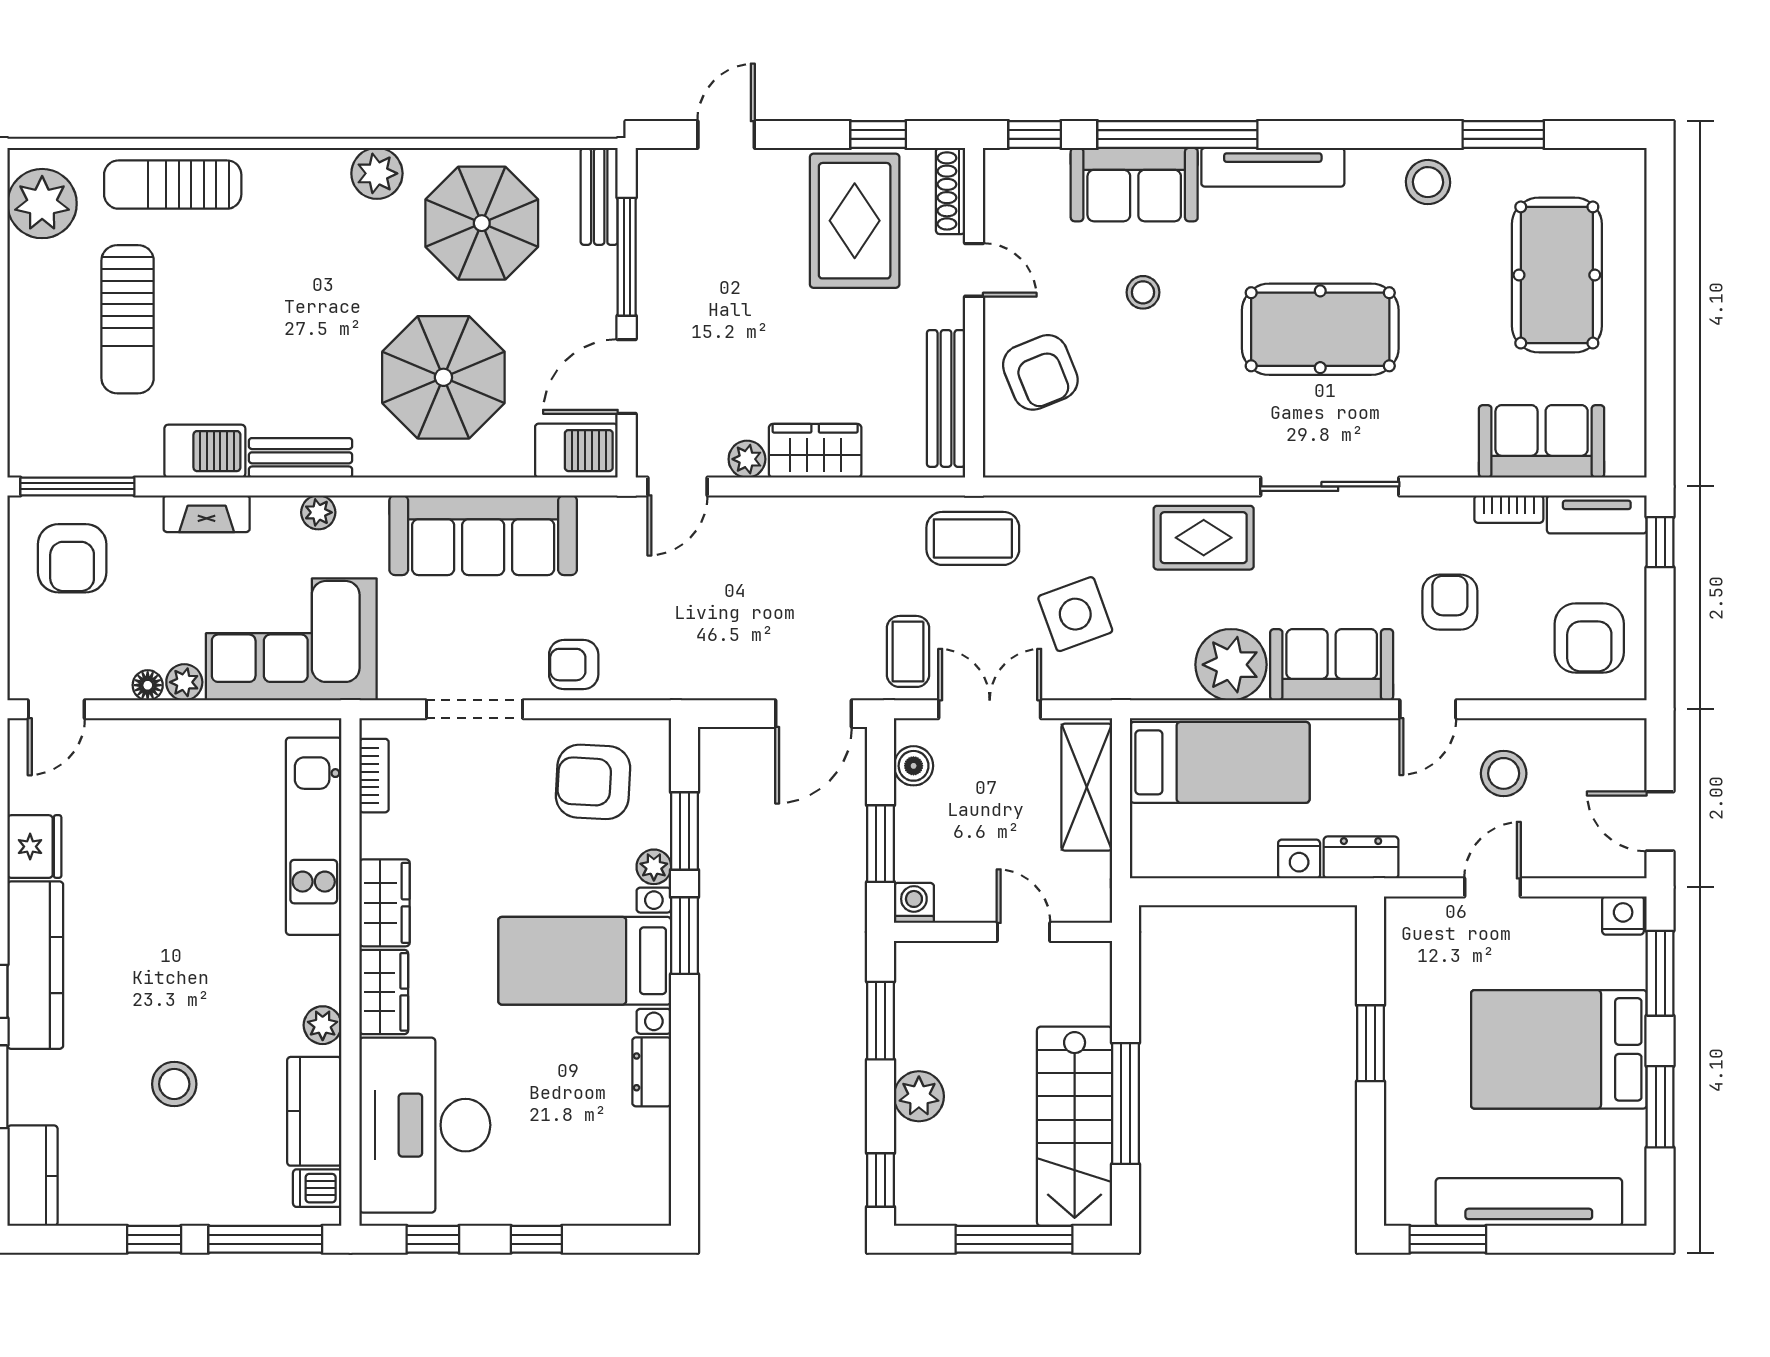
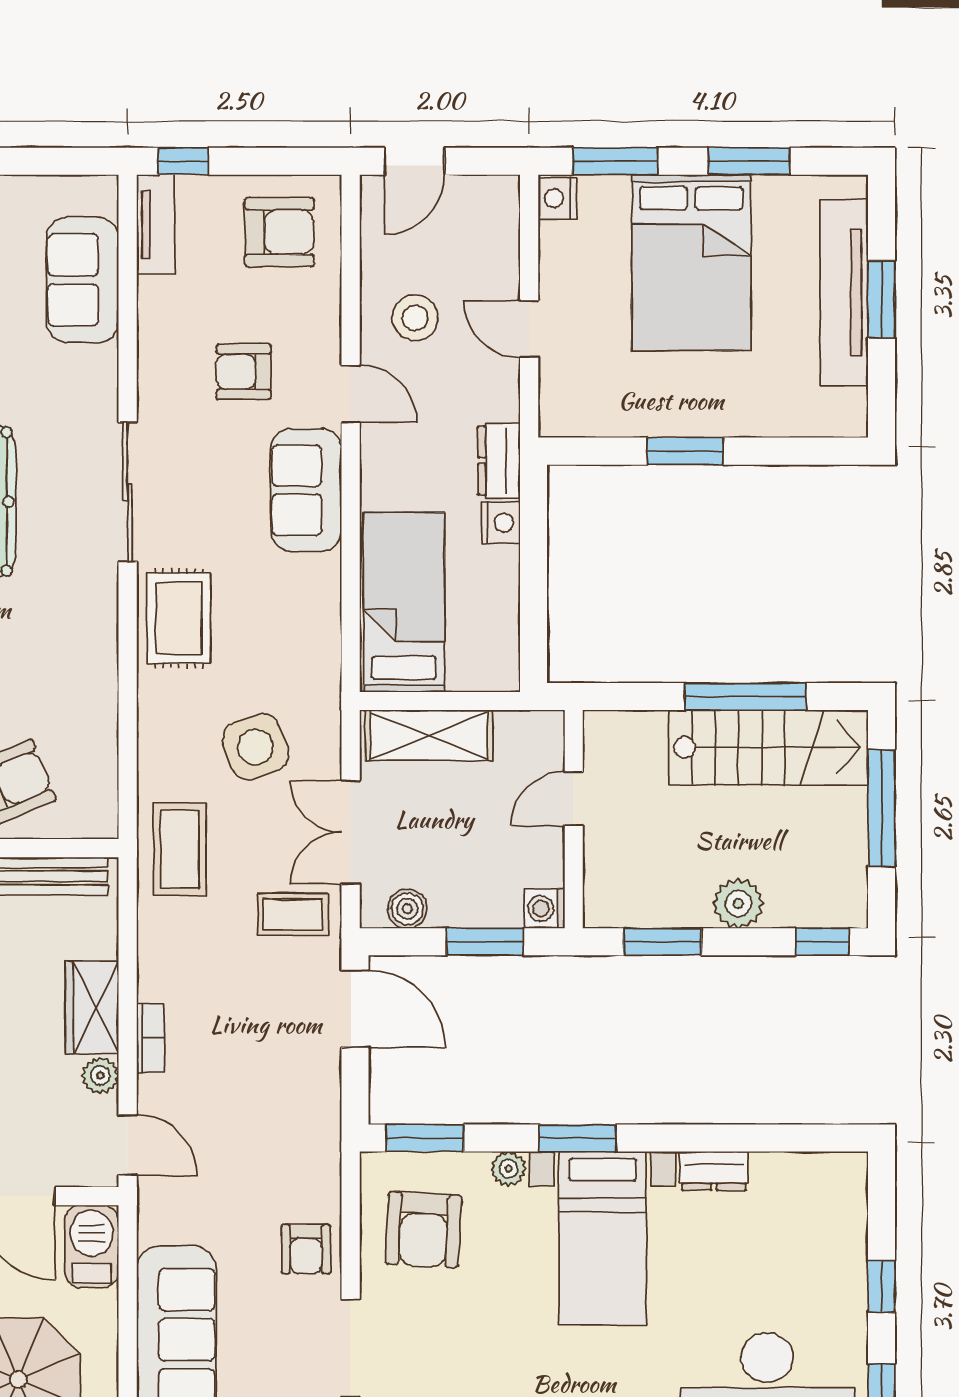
bookcase: (1509, 509) -> (150, 1038), moved
plant: (1231, 665) -> (306, 591), removed
door: (1660, 821) -> (414, 161), moved
window: (685, 831) -> (425, 1138), moved
window: (1448, 1239) -> (882, 299), moved

